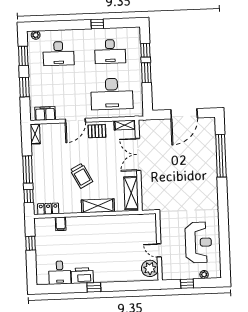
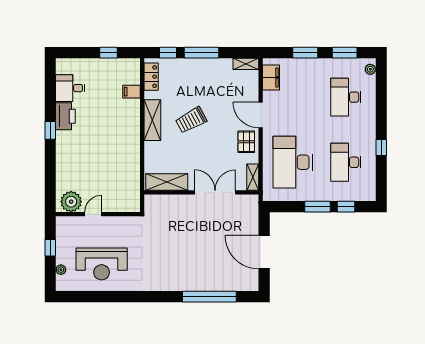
shelving: (98, 206) -> (152, 120), moved

